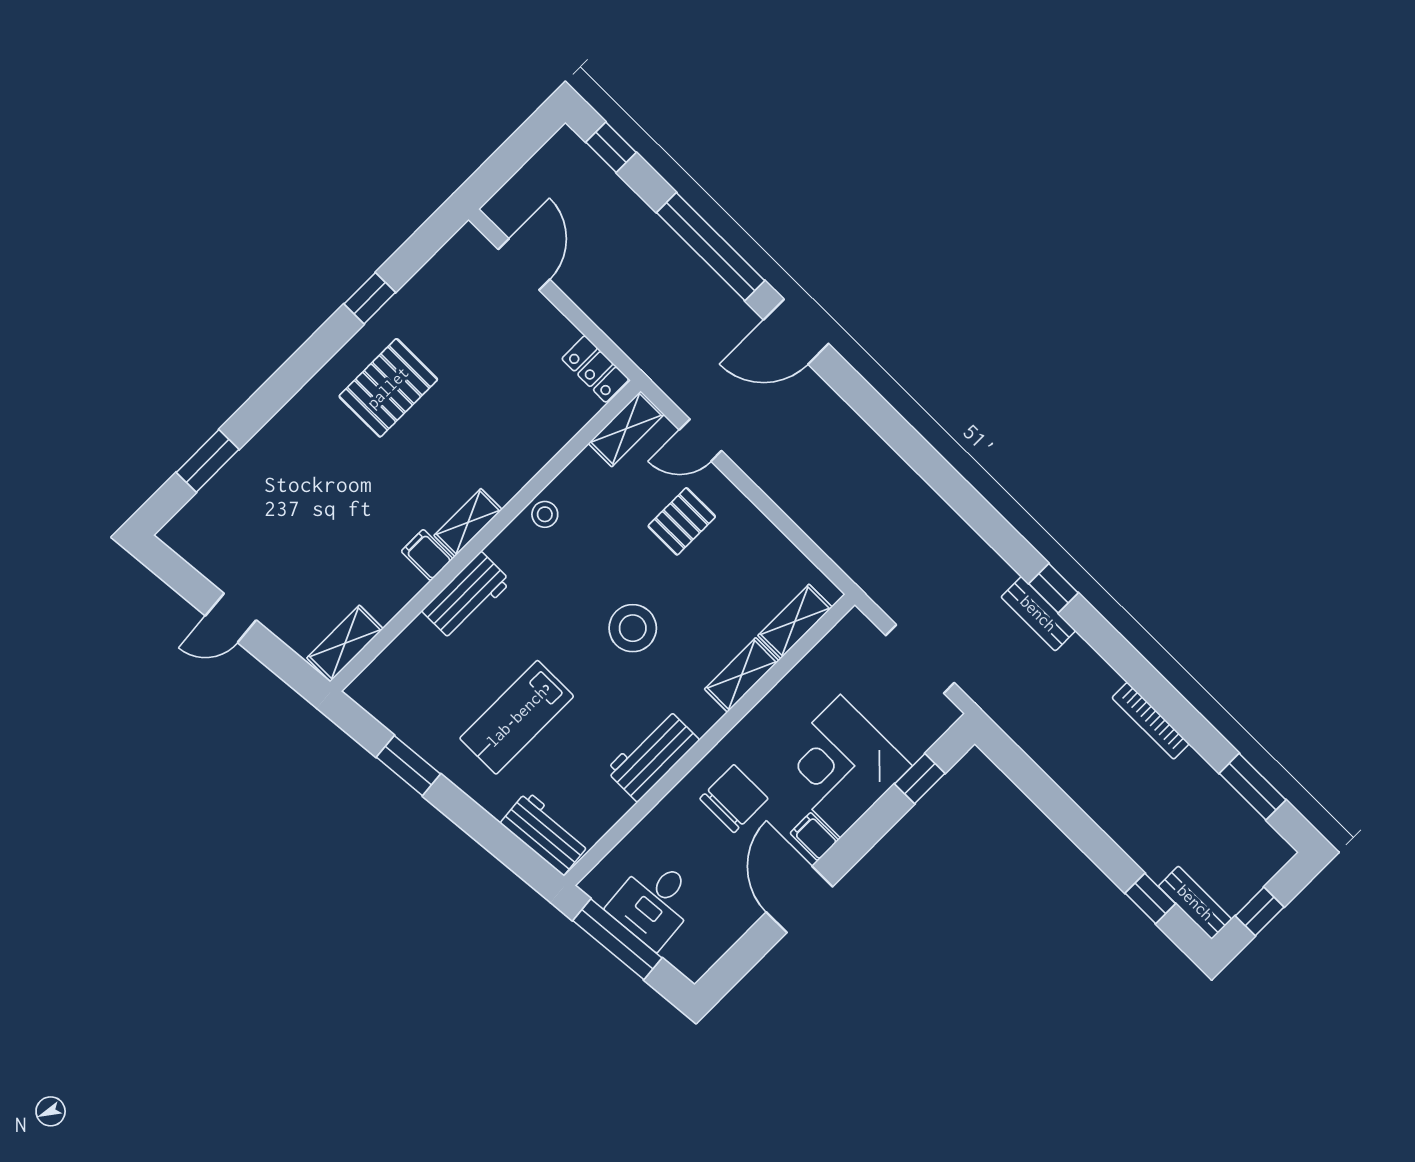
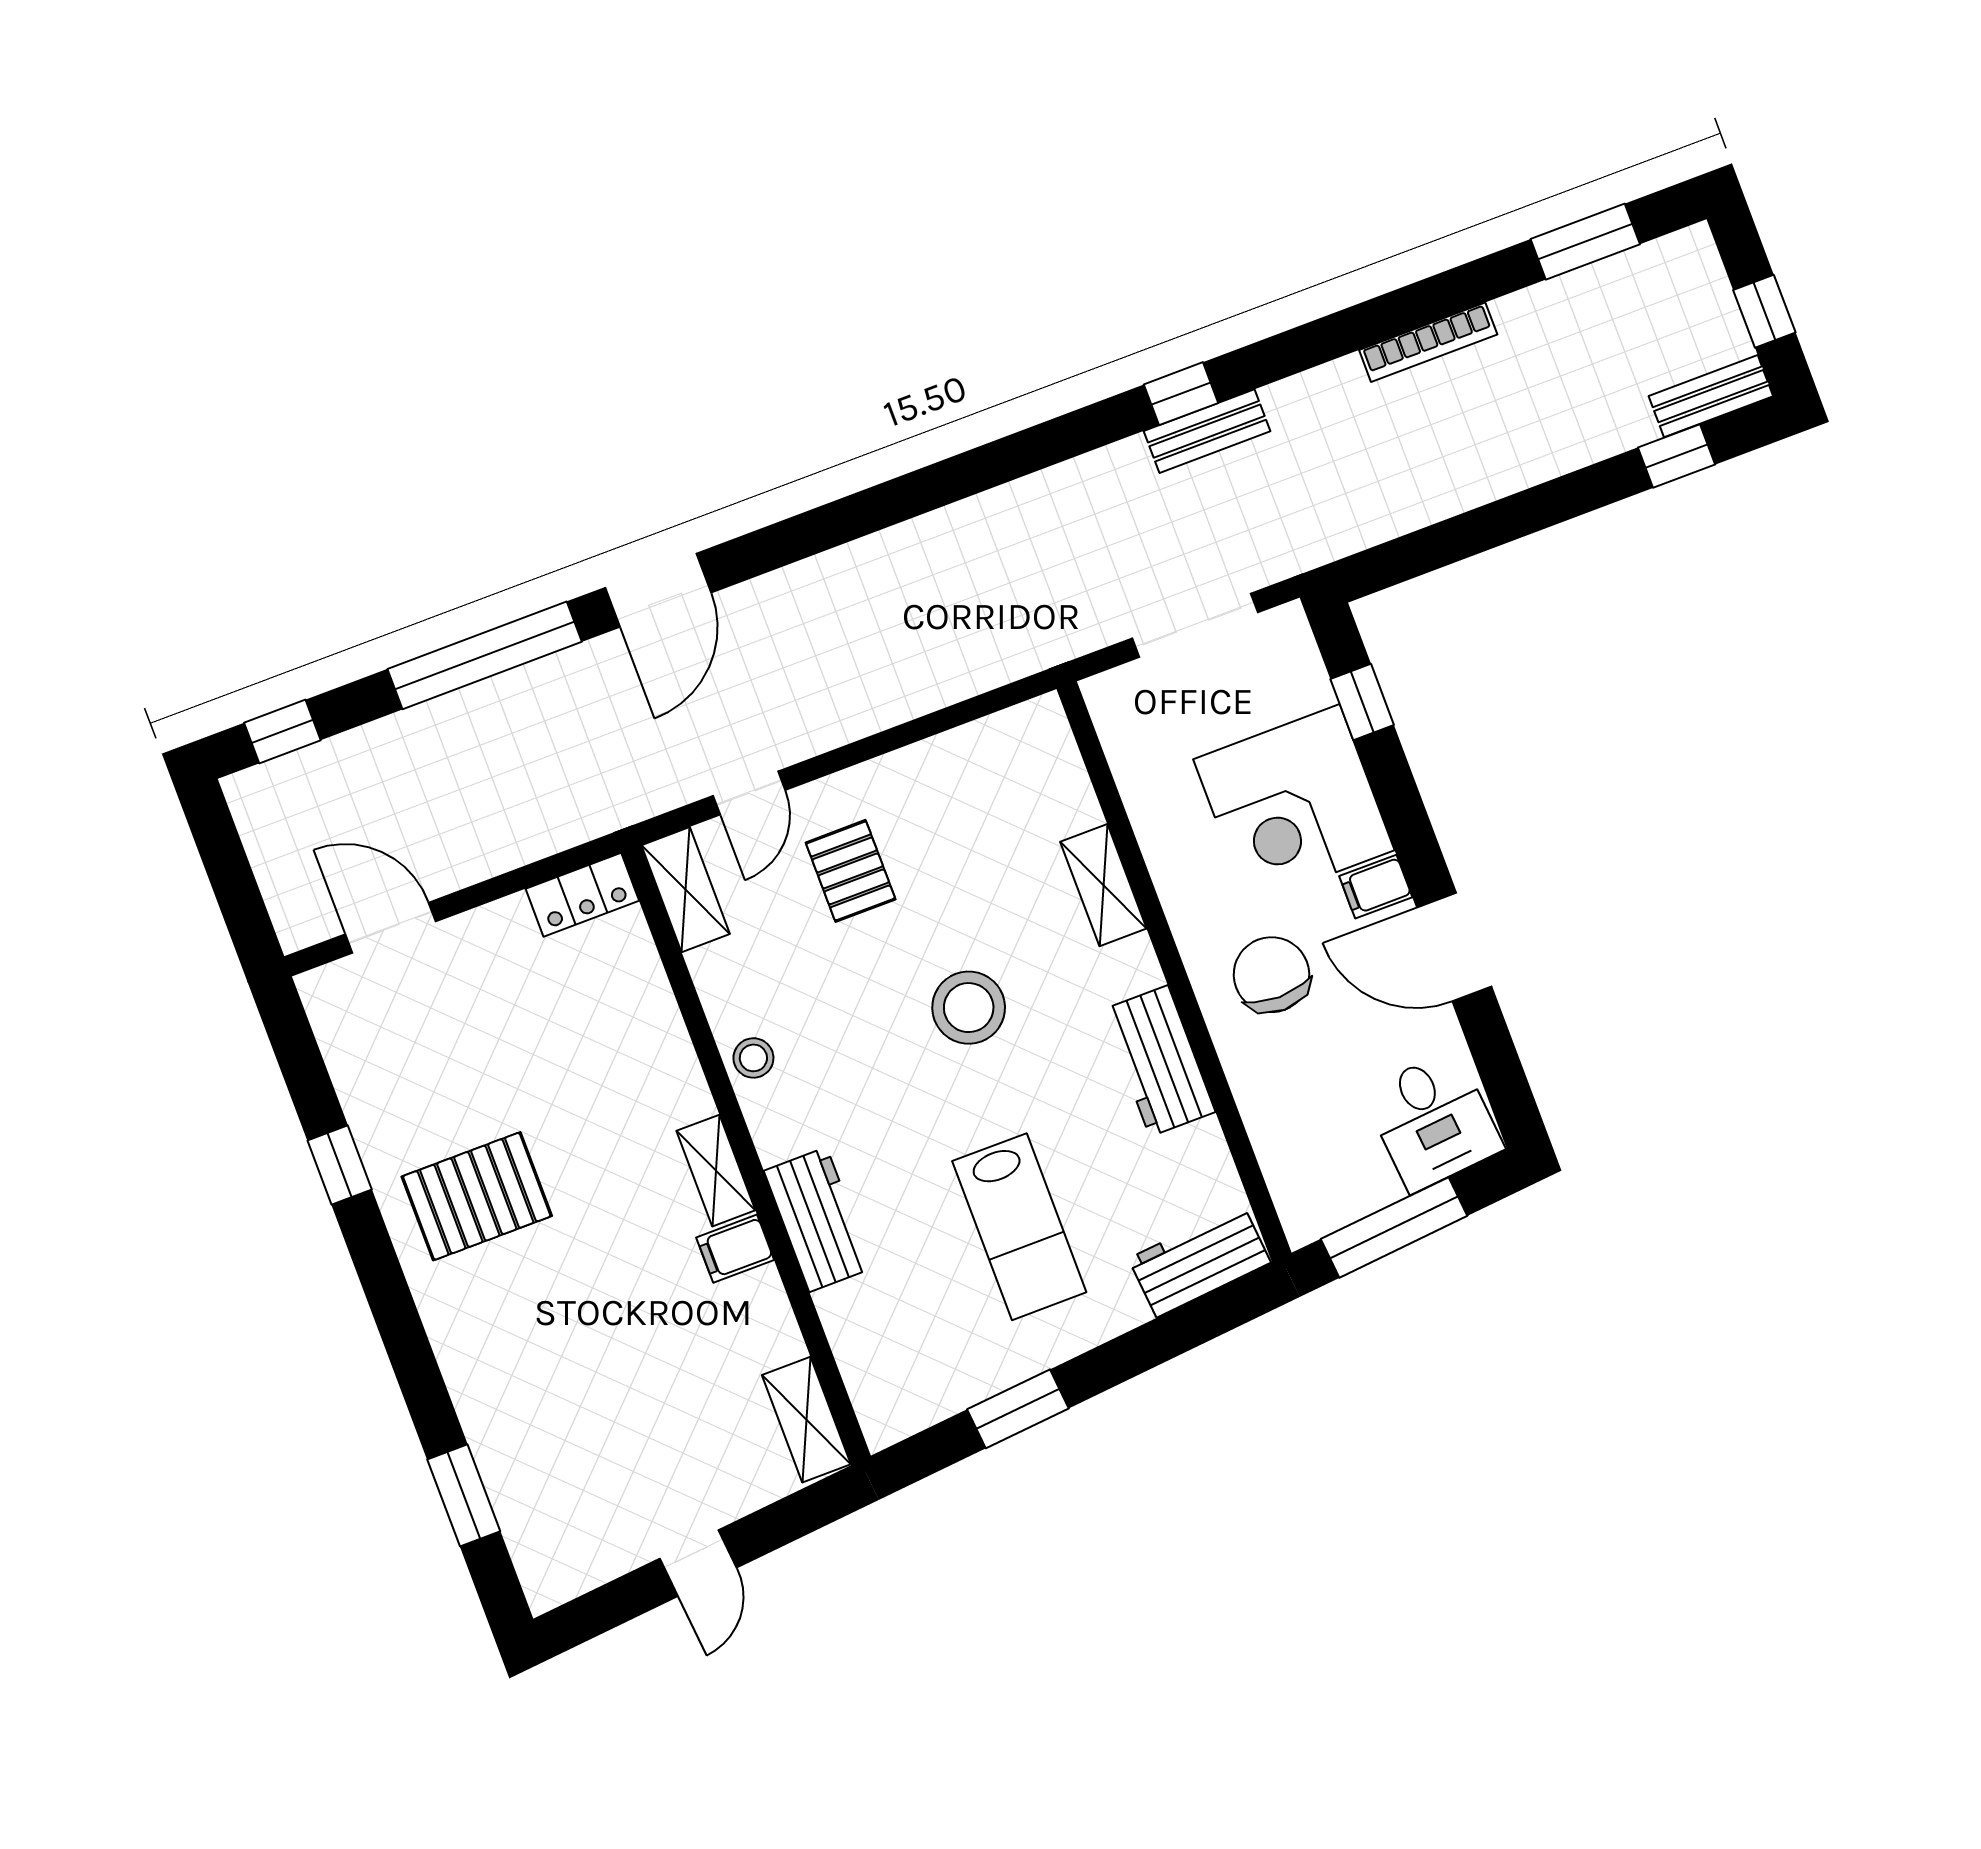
pallet: (388, 388) -> (477, 1196), turned 90
shelving: (795, 621) -> (1063, 776), removed
desk: (654, 903) -> (1433, 1121), moved

